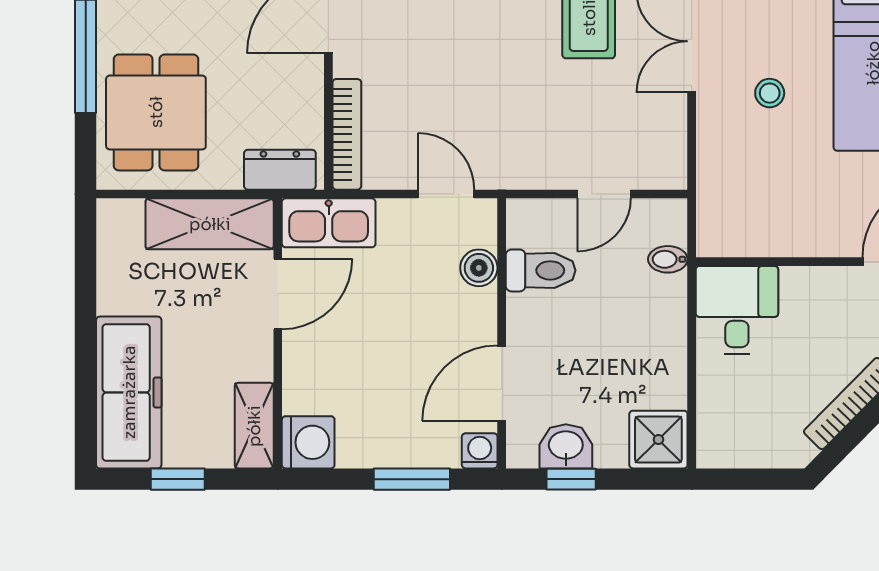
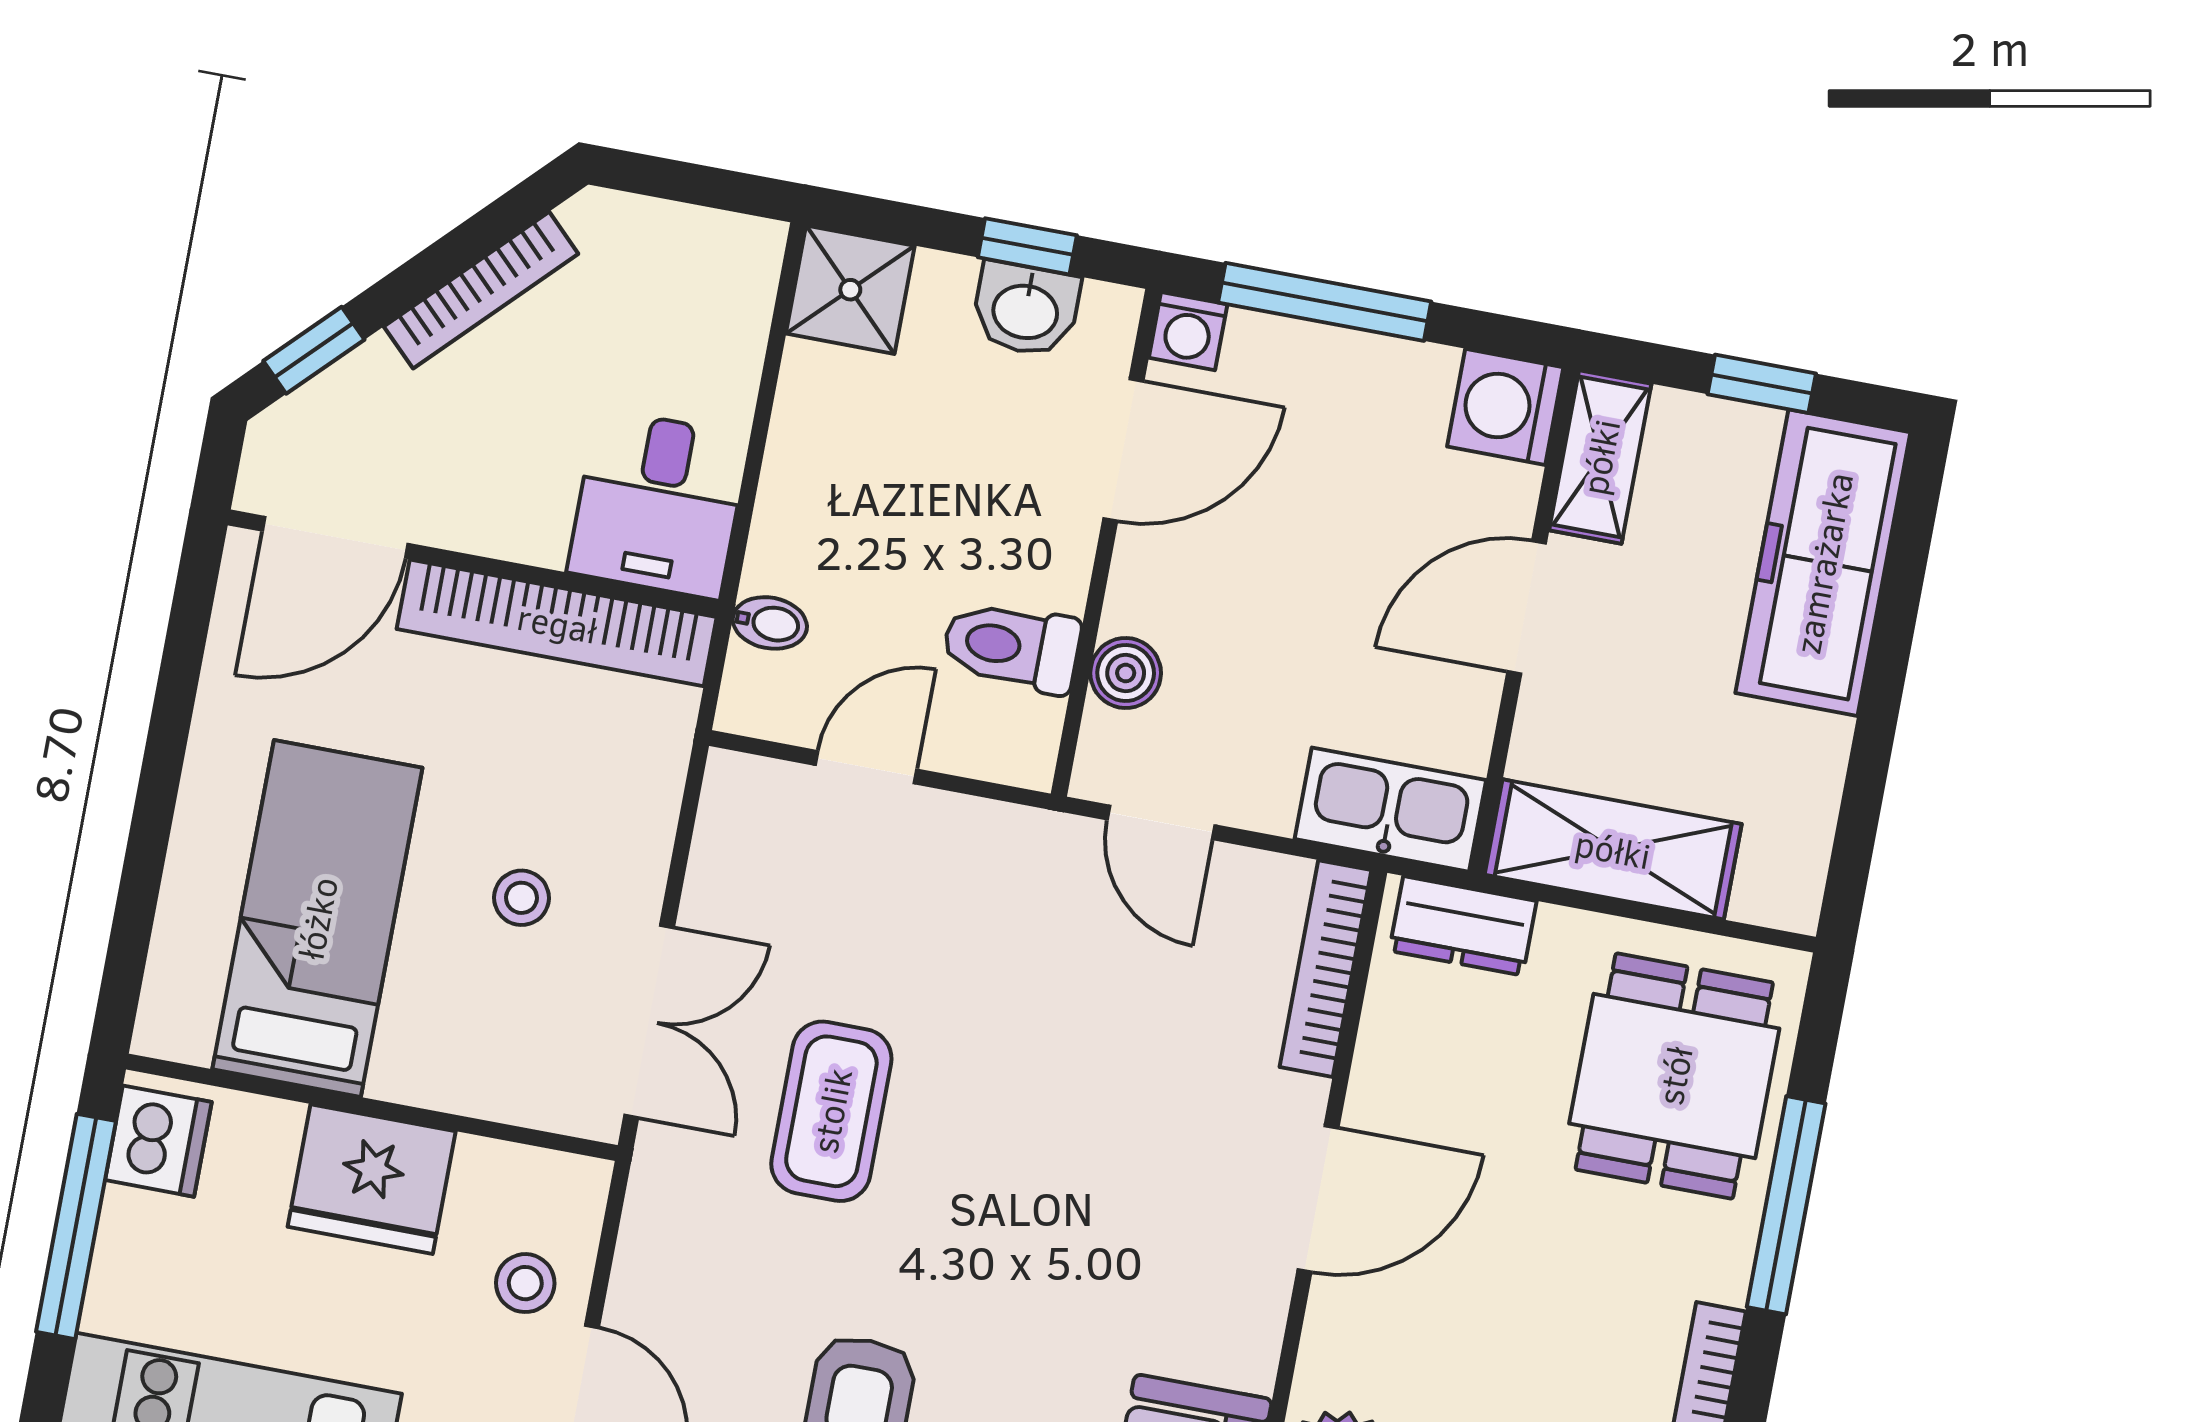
bookcase: (778, 239) -> (557, 623), added
door: (278, 294) -> (1527, 607), moved
window: (412, 479) -> (1325, 302), width x1.44

